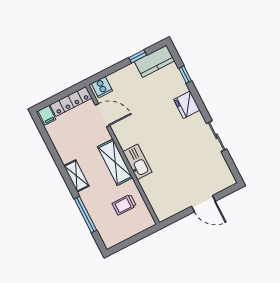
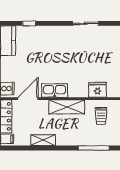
fridge: (187, 105) -> (97, 90), moved, turned 180
kitchen sink: (137, 162) -> (55, 91), moved
shelving: (76, 176) -> (43, 140), moved

